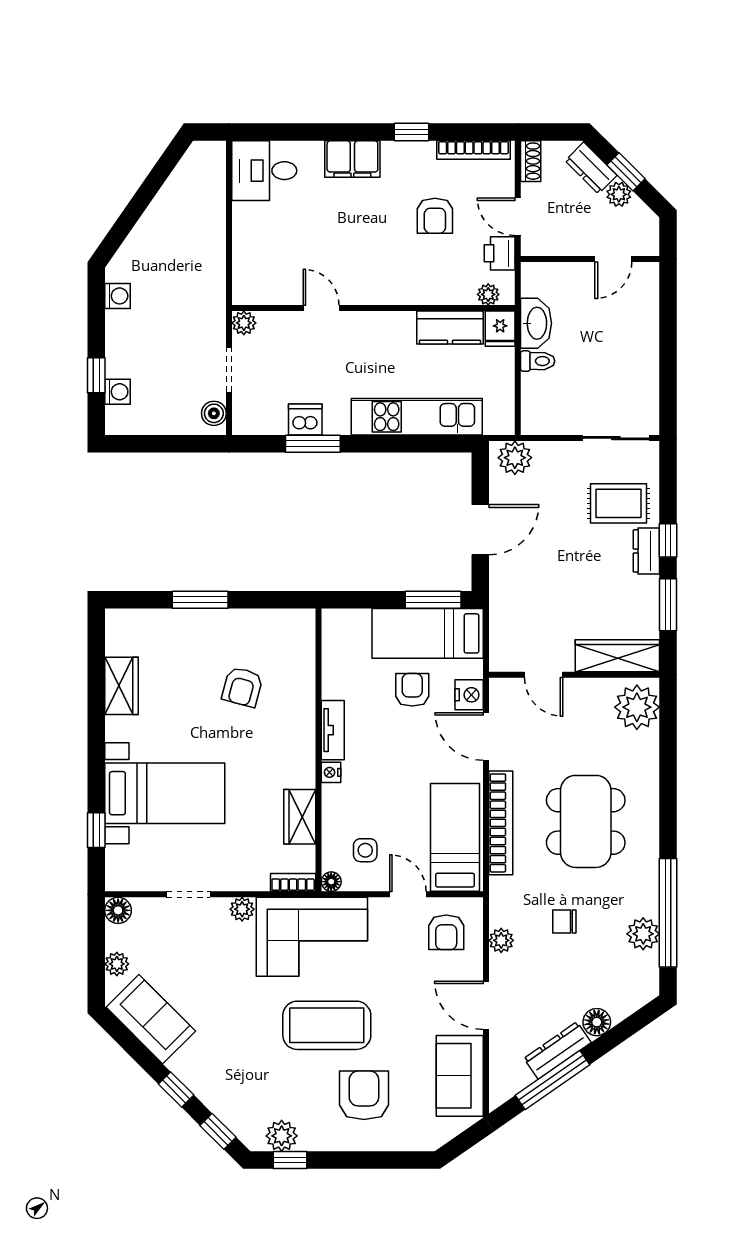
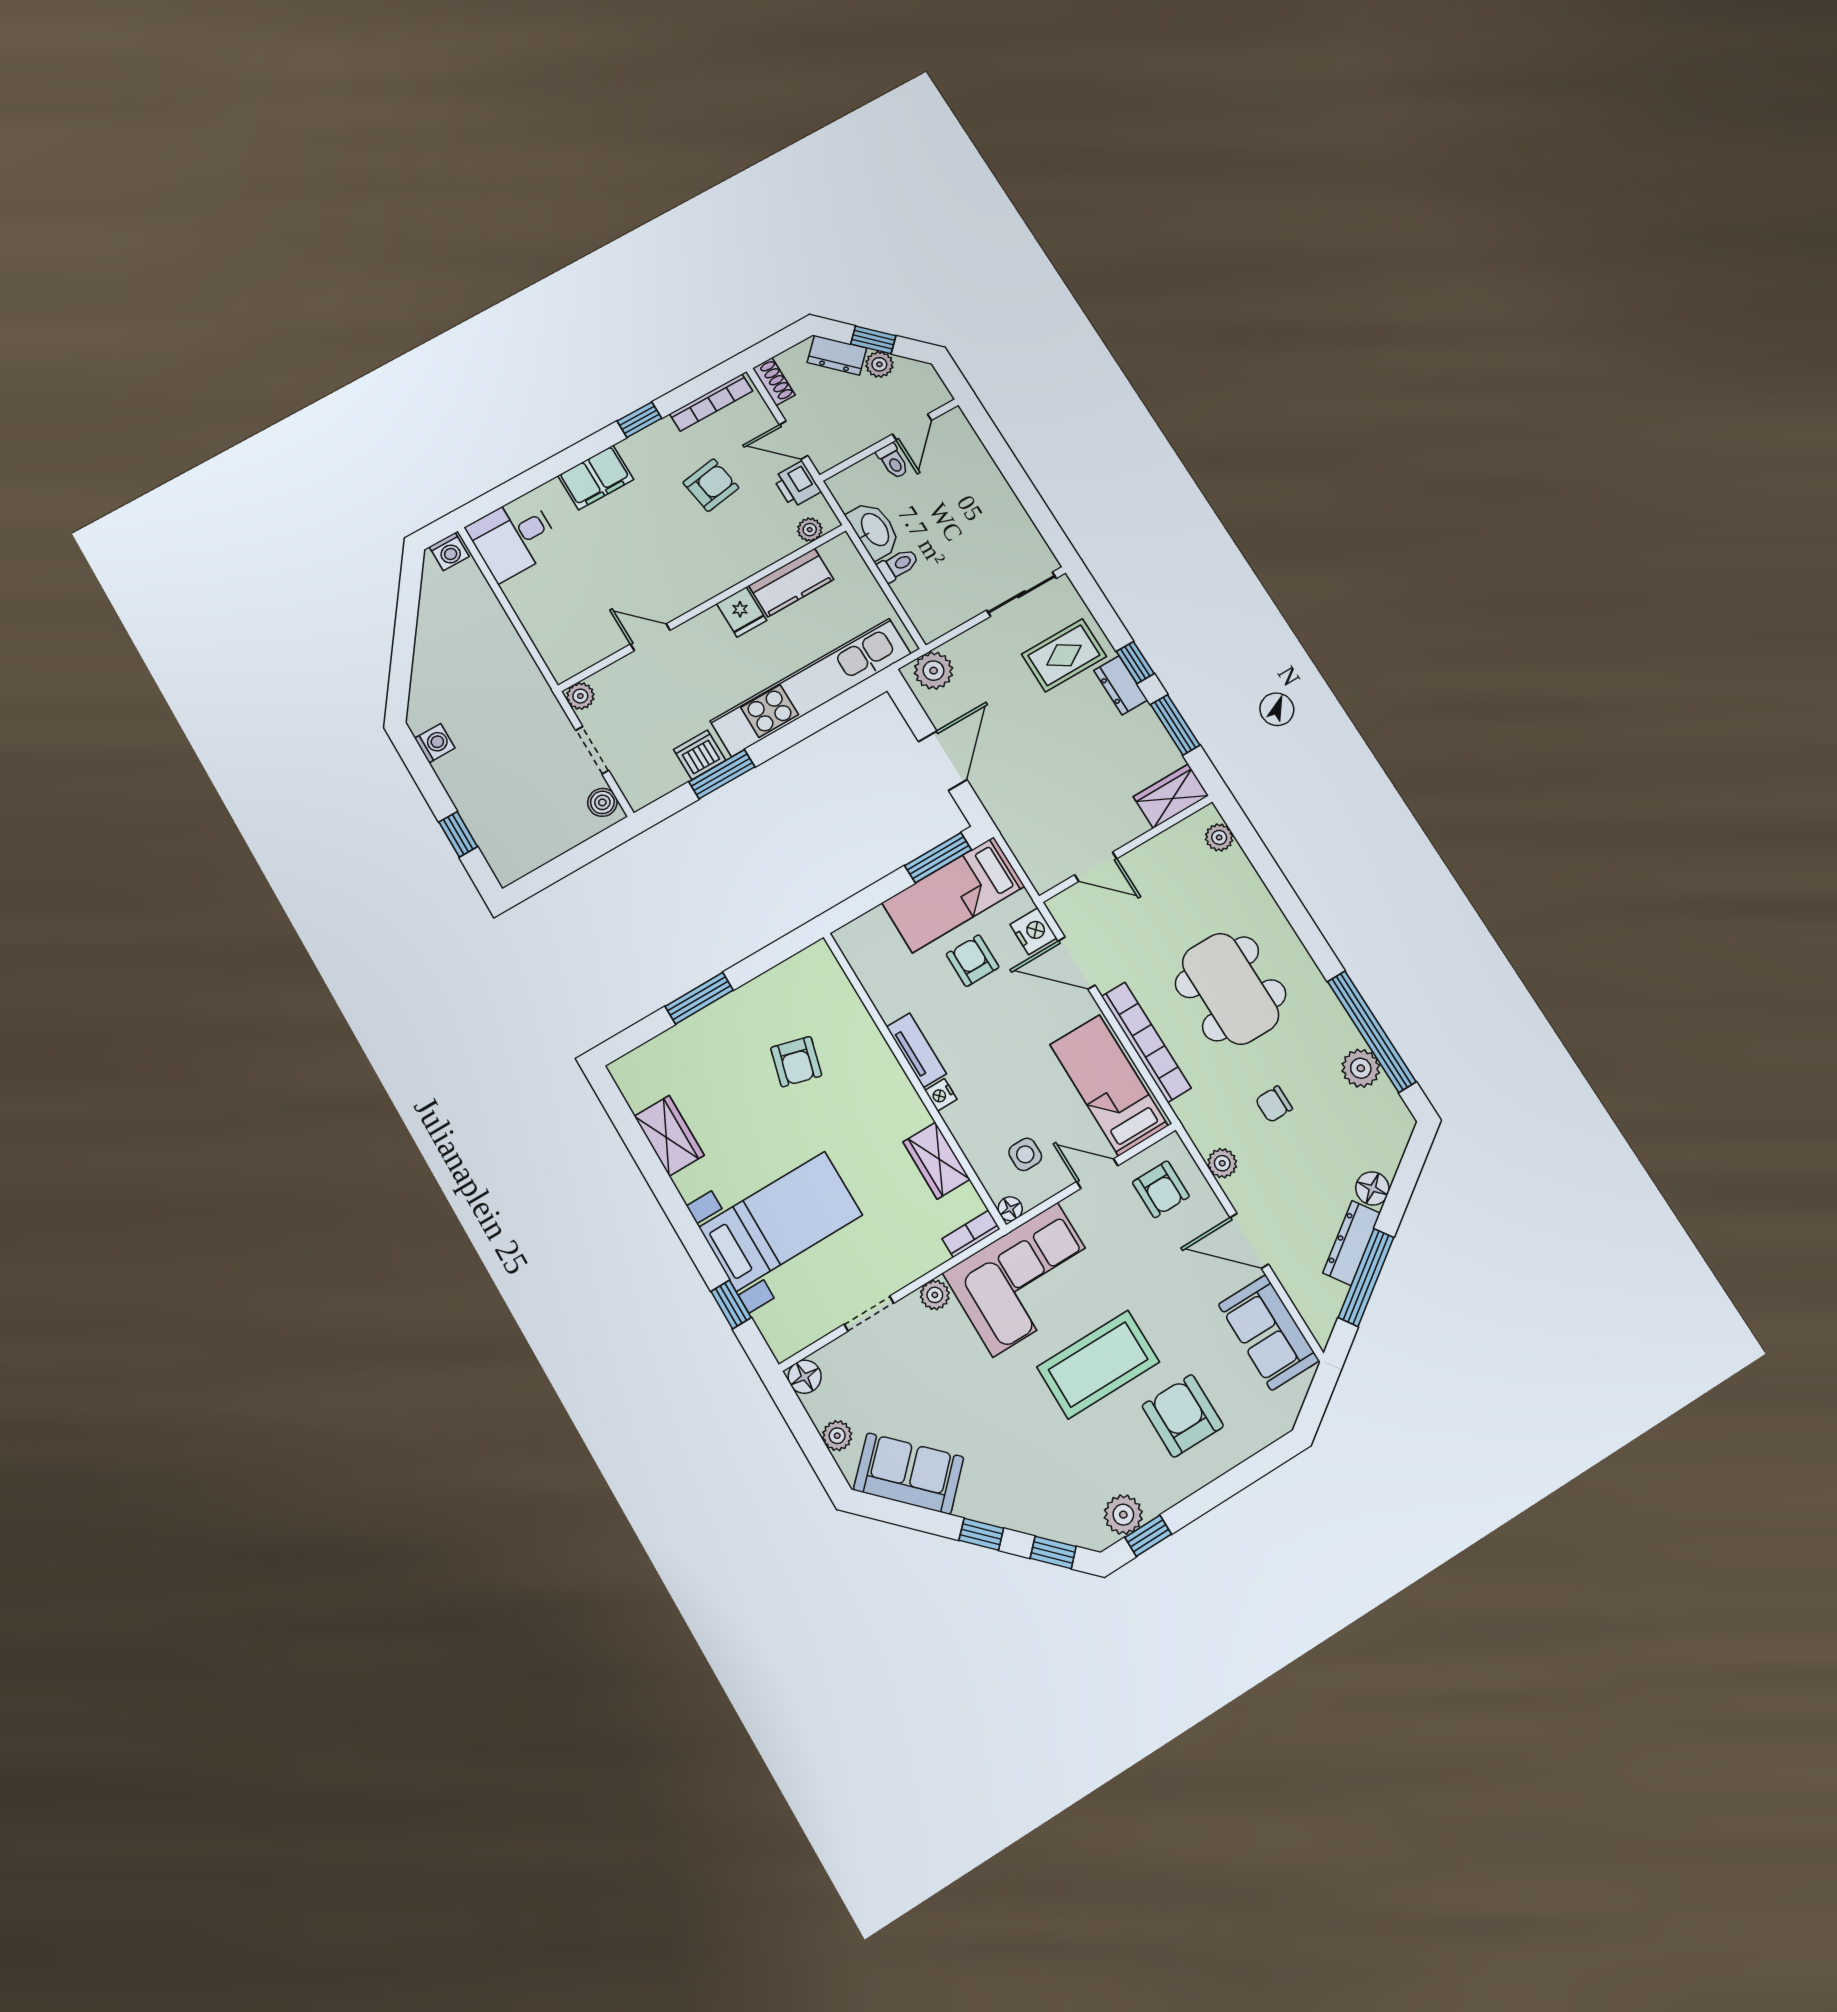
armchair: (435, 216) -> (711, 485), turned -99
toilet: (583, 277) -> (893, 461), added
fridge: (500, 329) -> (742, 612), moved
washing machine: (118, 392) -> (449, 552), moved, turned 90
kitchen unit: (417, 417) -> (811, 687), width x1.36
wardrobe: (617, 656) -> (1171, 796), width x0.67
plant: (637, 707) -> (1219, 837), width x0.53, depth x0.53

